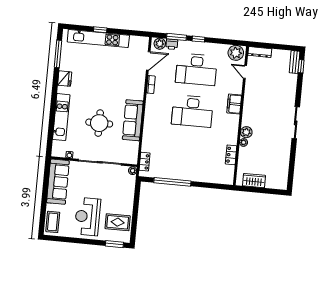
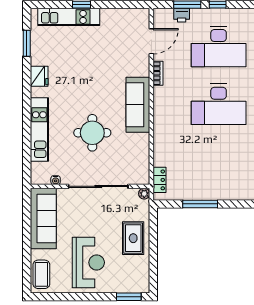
kitchen unit: (98, 39) -> (69, 17), width x0.73
plant: (160, 44) -> (165, 16), removed
window: (58, 54) -> (27, 43), width x0.69
sofa: (133, 120) -> (138, 105), moved
window: (172, 182) -> (200, 204), width x0.68
reception desk: (87, 217) -> (88, 262), turned 180
rug: (118, 222) -> (133, 238), moved, turned 90

